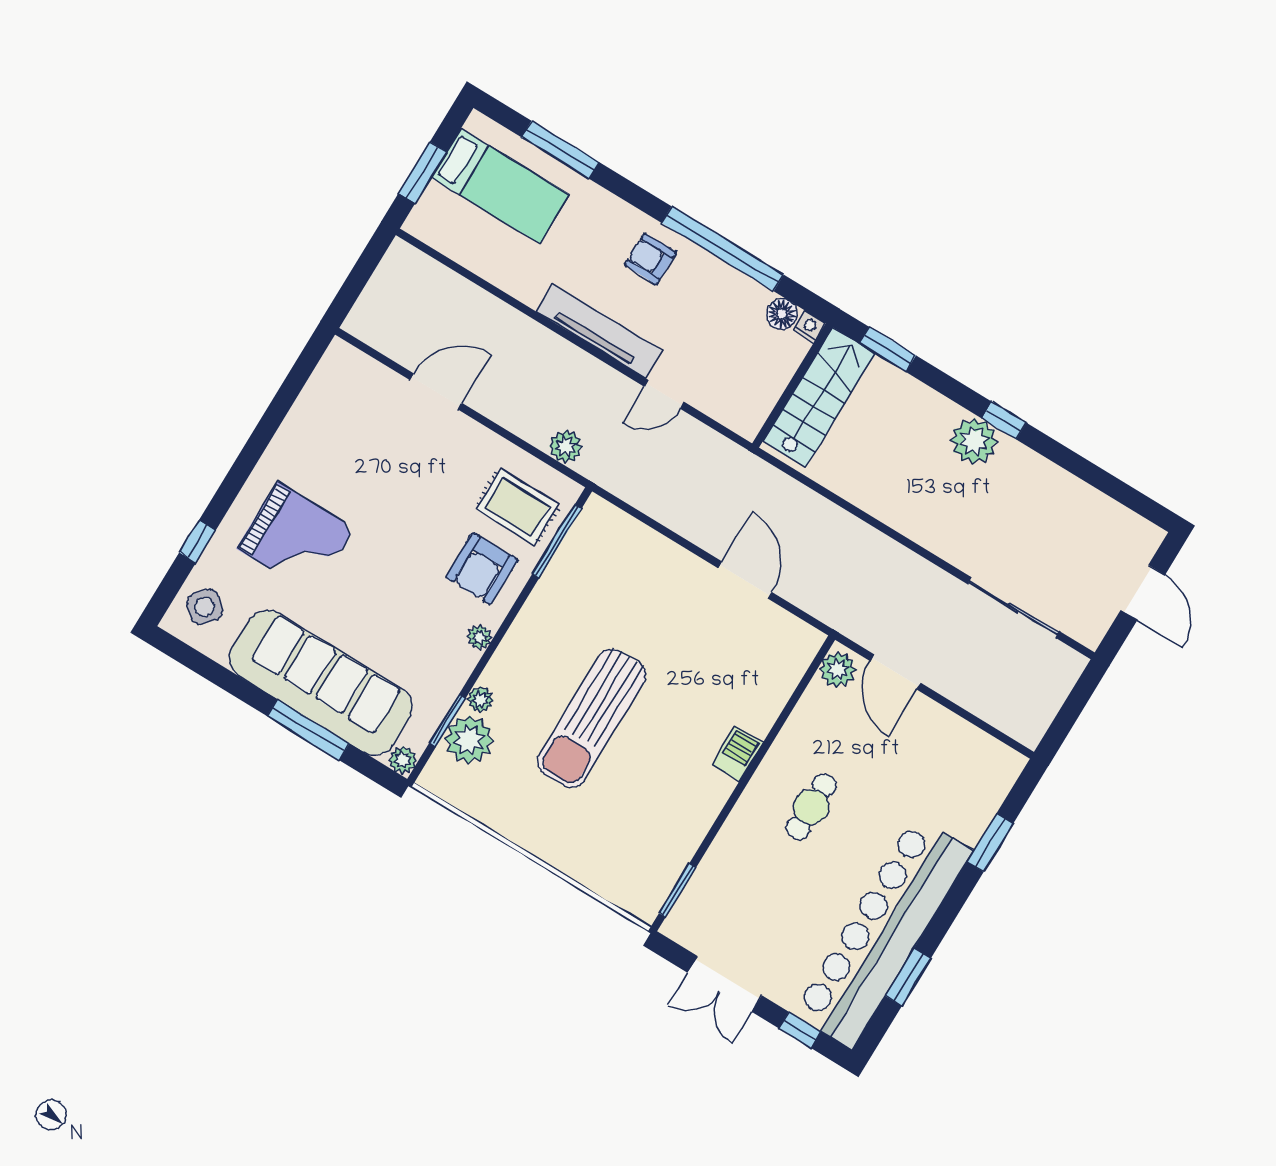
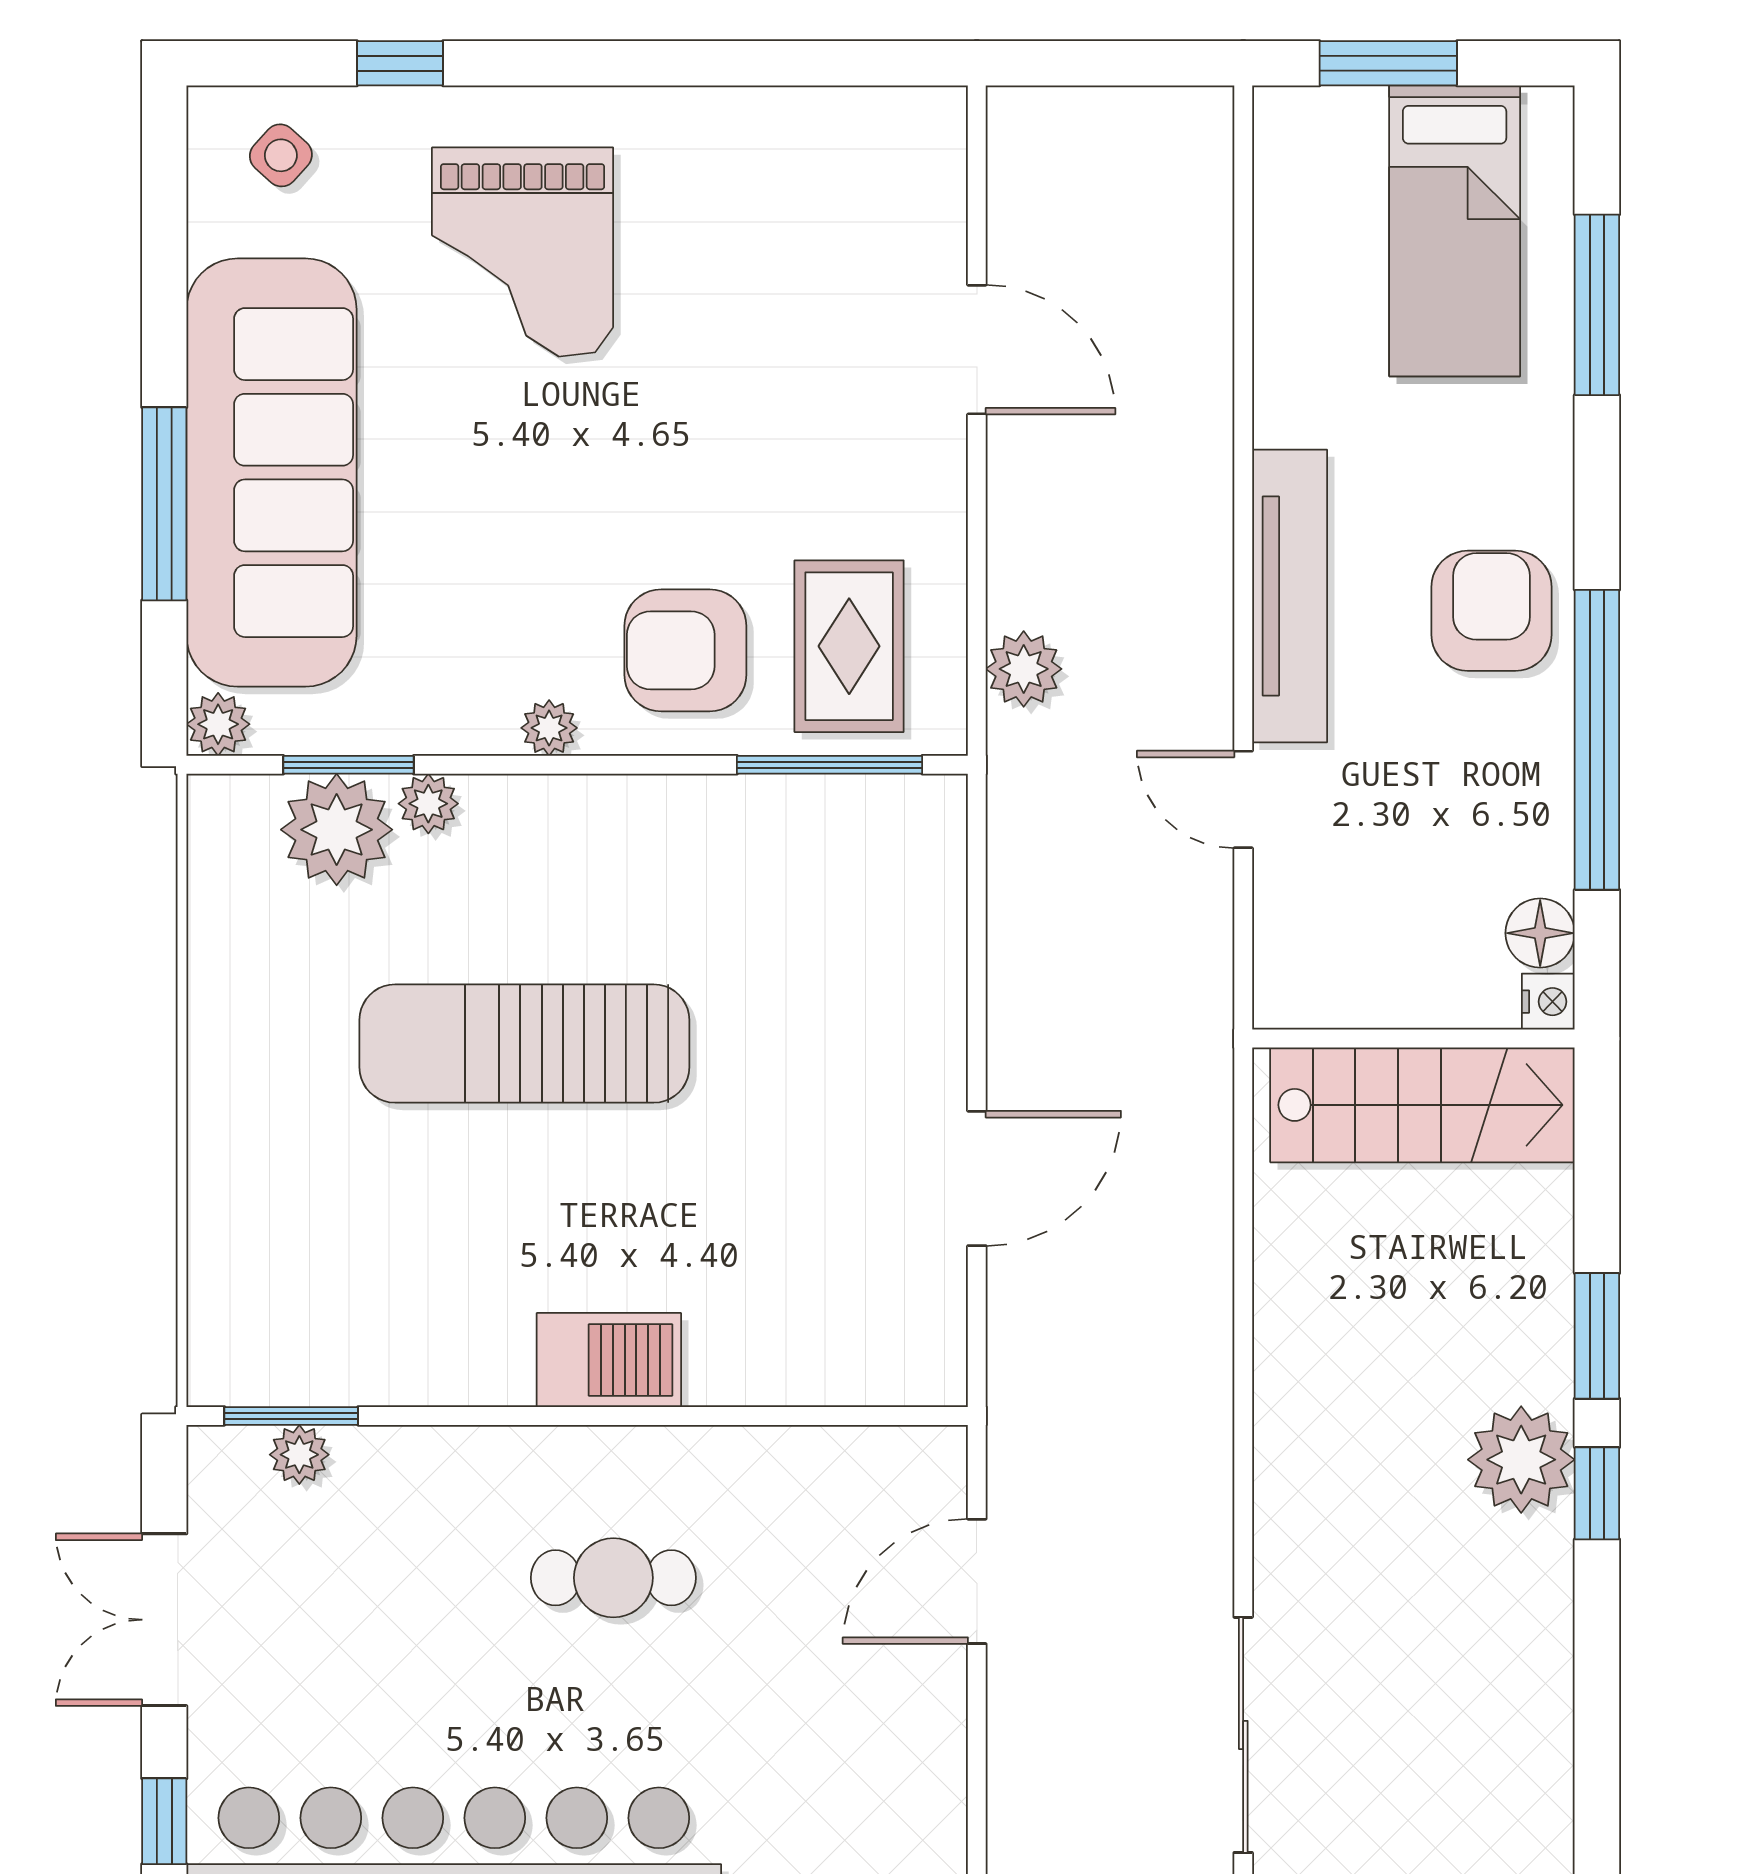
armchair: (650, 259) -> (1491, 611), width x1.38, depth x1.38
window: (887, 349) -> (1597, 1336), moved
side table: (205, 607) -> (281, 155), width x0.73, depth x0.73
plant: (838, 669) -> (299, 1455), moved, width x0.73, depth x0.73
barbecue: (737, 754) -> (609, 1360), width x1.38, depth x1.27

